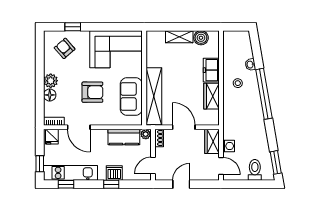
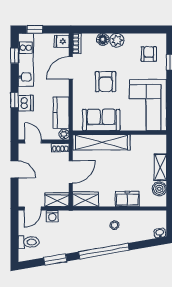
armchair: (65, 48) -> (149, 54), turned -49
washbasin: (250, 65) -> (160, 233), moved
wardrobe: (211, 96) -> (86, 199), moved
window: (276, 162) -> (55, 259), moved

